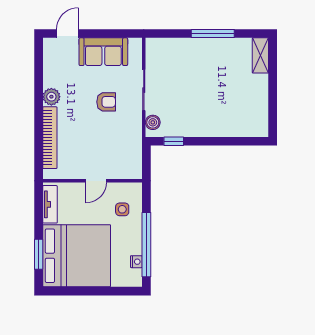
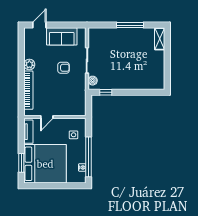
door: (96, 181) -> (47, 117), moved

